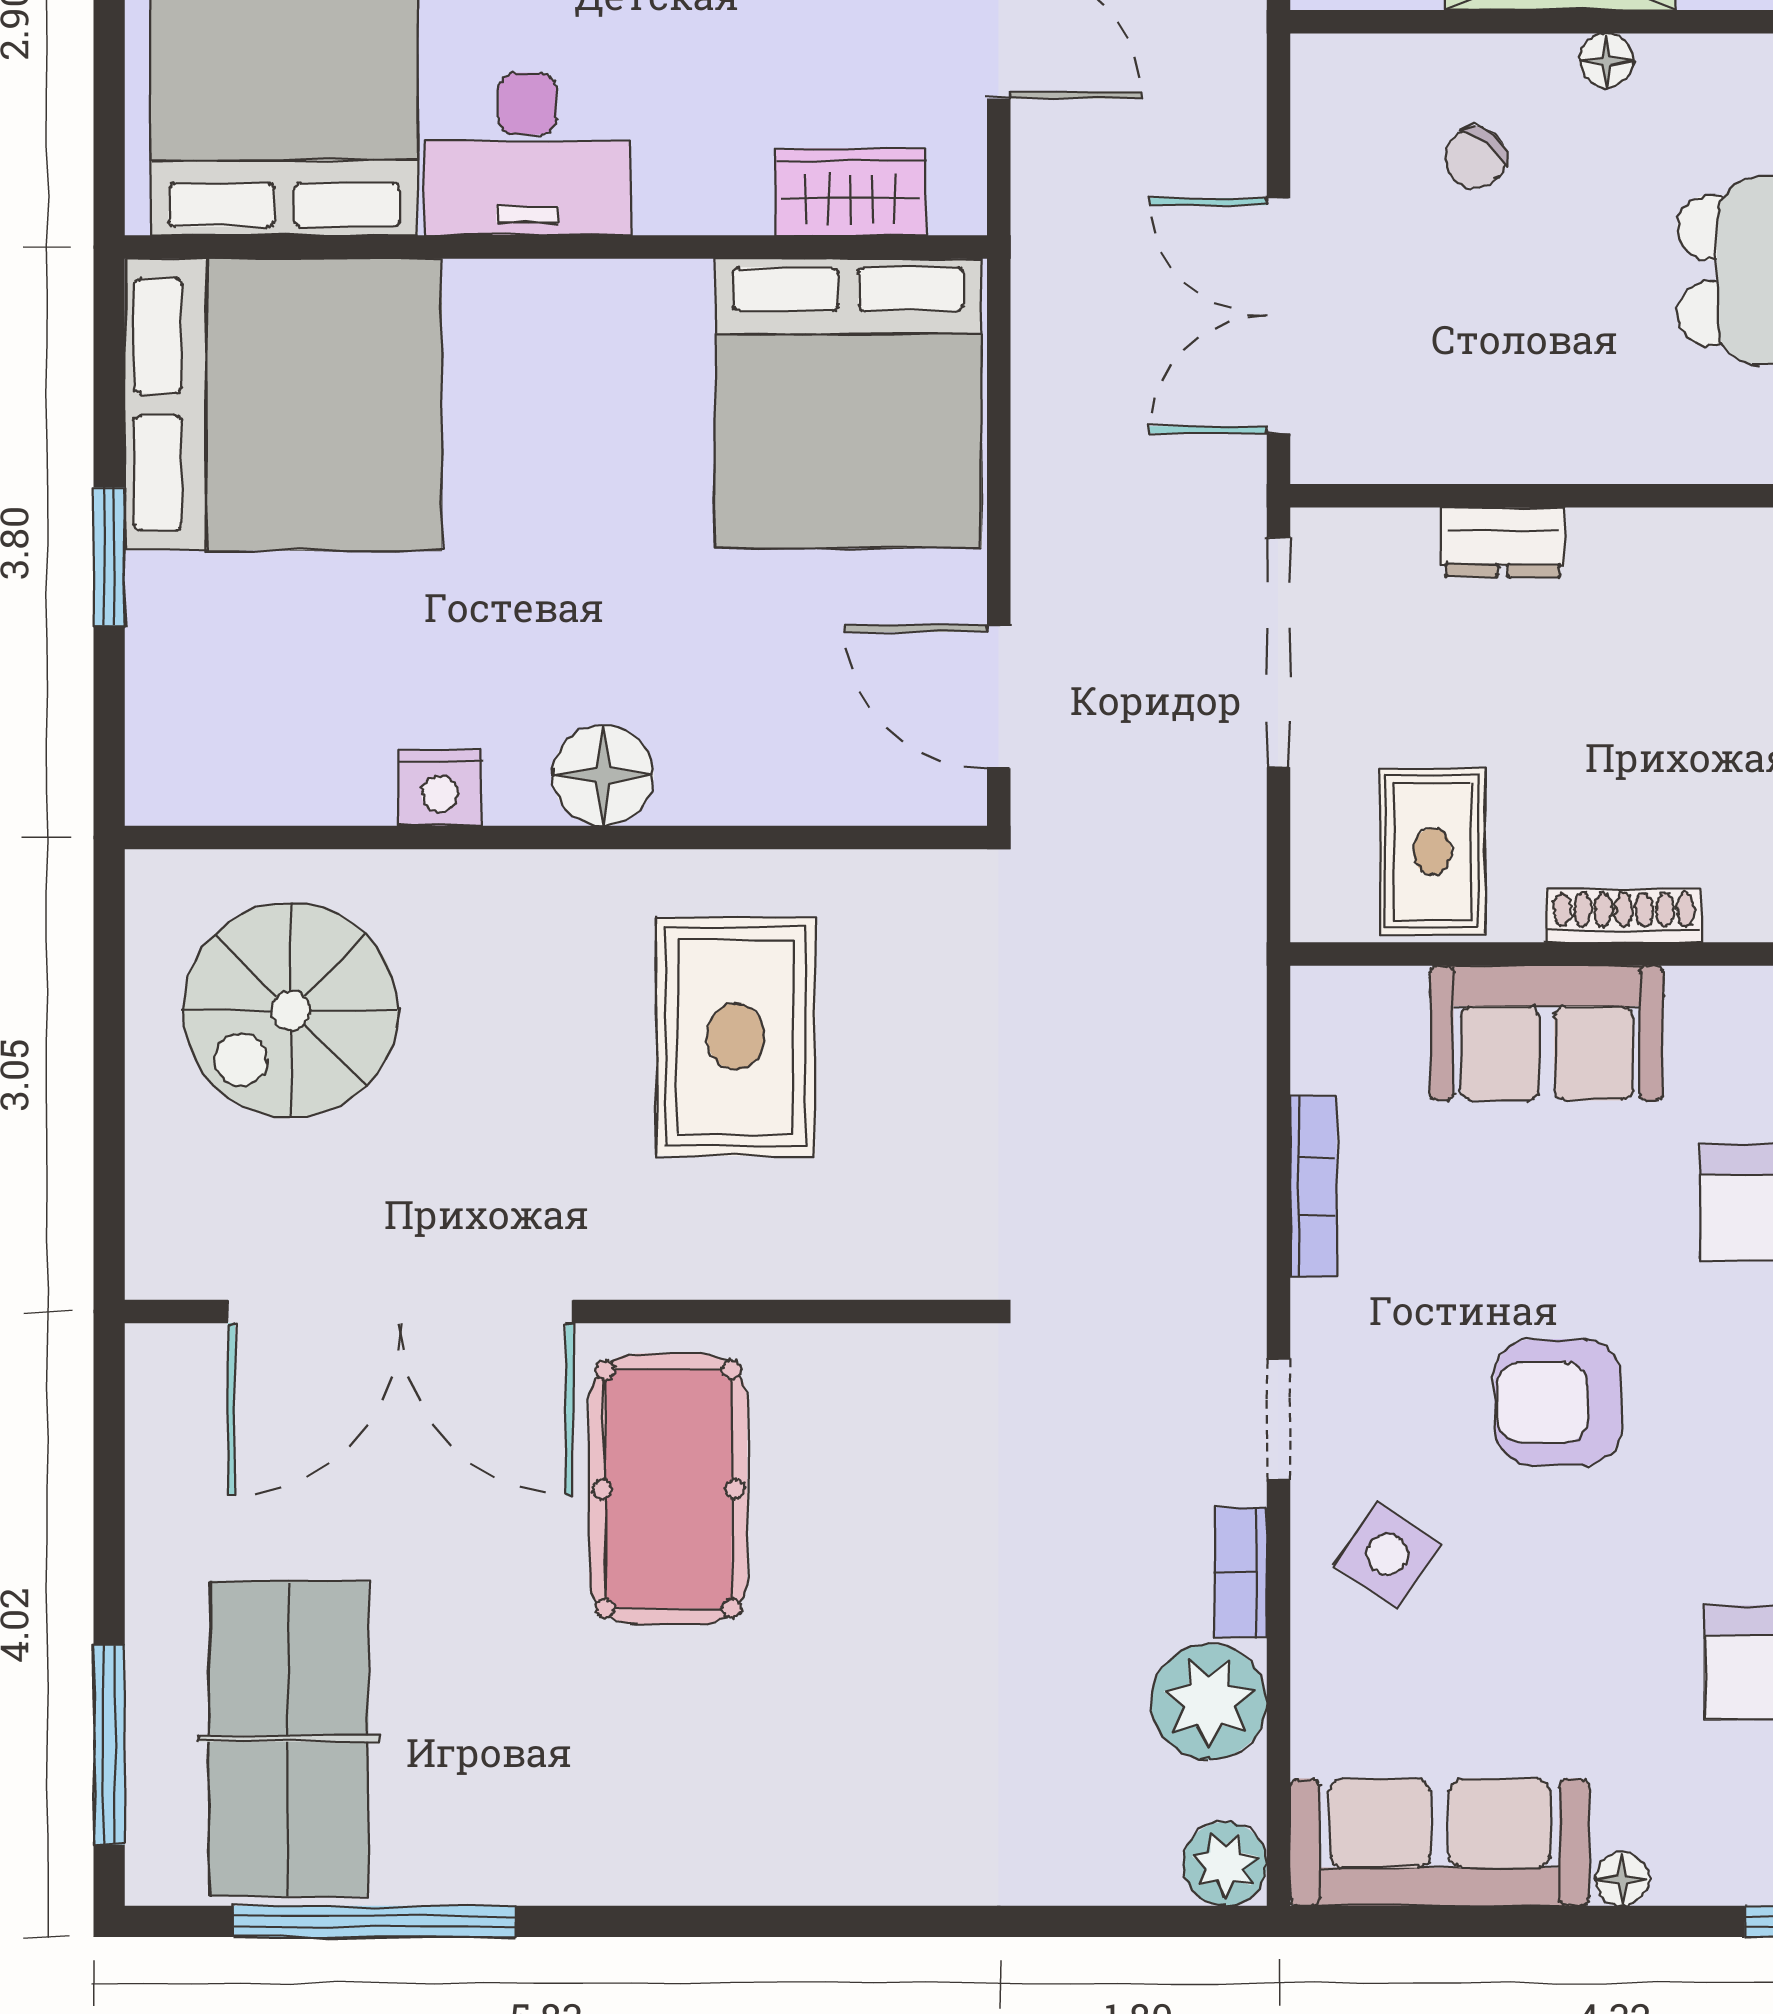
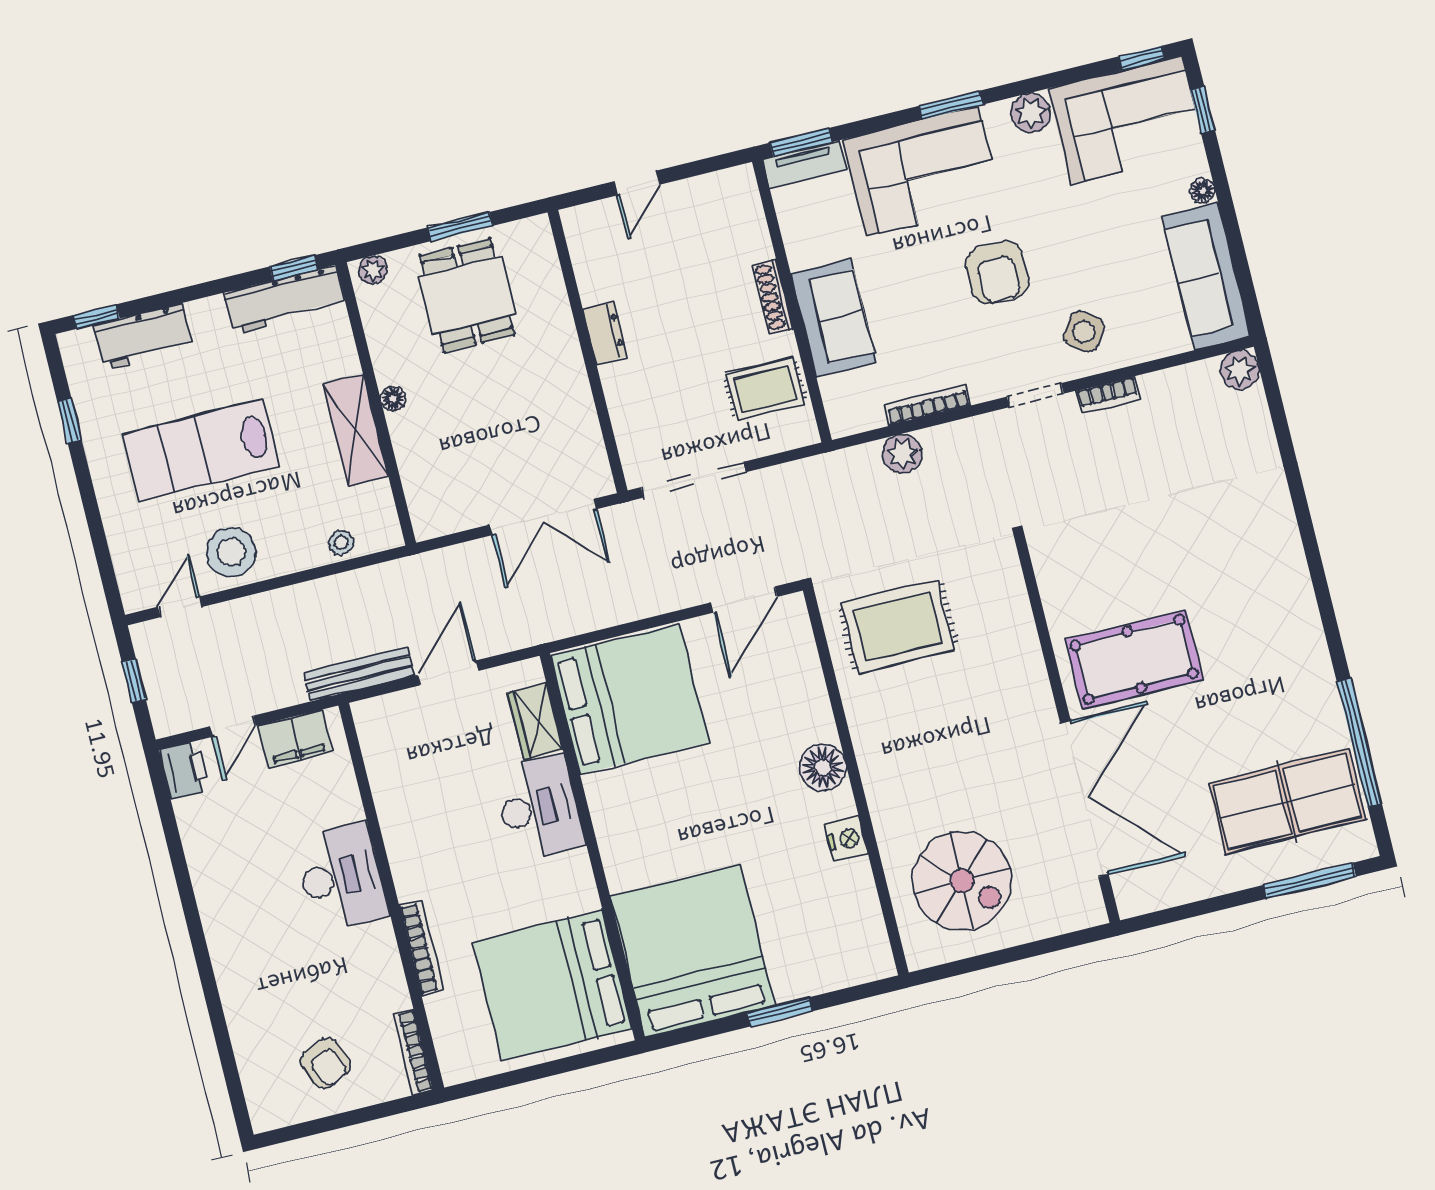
desk: (527, 154) -> (539, 808), moved
chair: (1476, 158) -> (451, 446), removed
dresser: (1503, 542) -> (605, 333), moved
rug: (736, 1036) -> (898, 626), moved
plant: (1209, 1702) -> (902, 454), moved, width x0.73, depth x0.73

